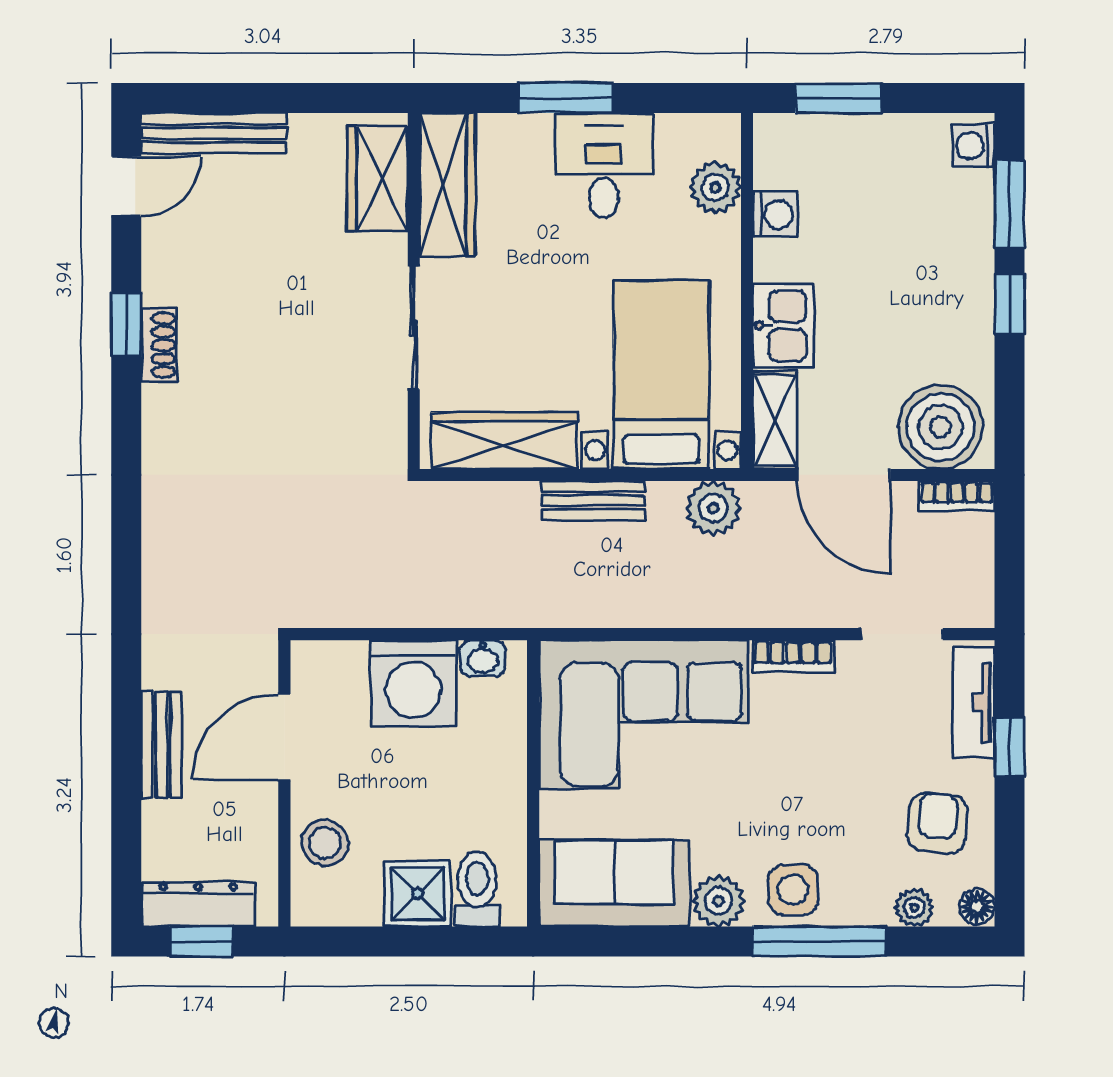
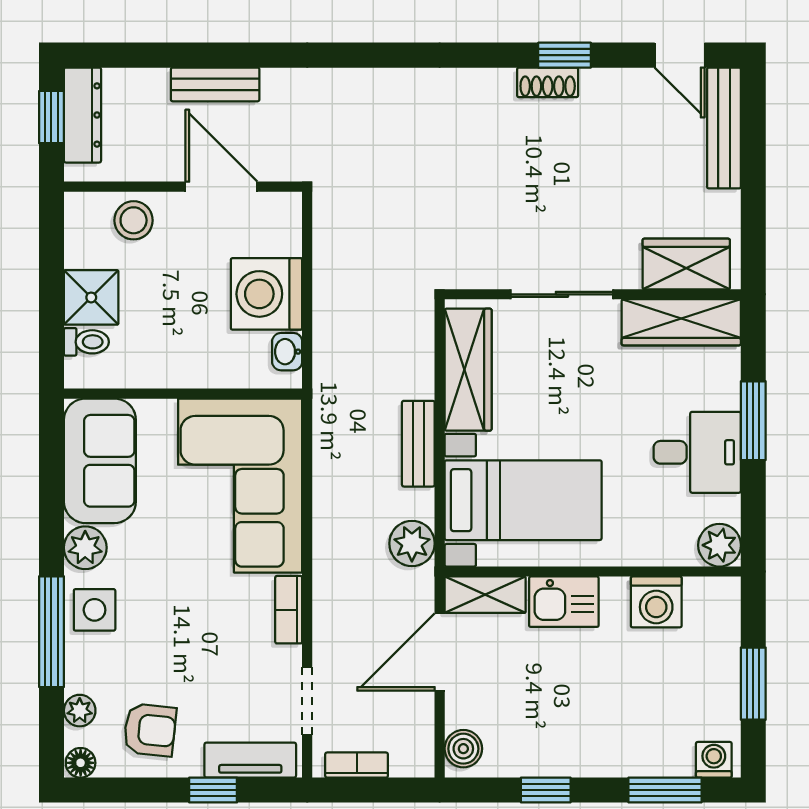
window: (839, 98) -> (753, 684), moved
plant: (715, 187) -> (720, 545), moved
washing machine: (775, 215) -> (656, 602), width x1.38, depth x1.38
window: (1010, 304) -> (546, 790), moved
boiler: (940, 427) -> (463, 749), width x0.54, depth x0.54
bookcase: (957, 496) -> (357, 765), moved, turned 90
toilet: (477, 889) -> (86, 342), width x0.73, depth x0.72

